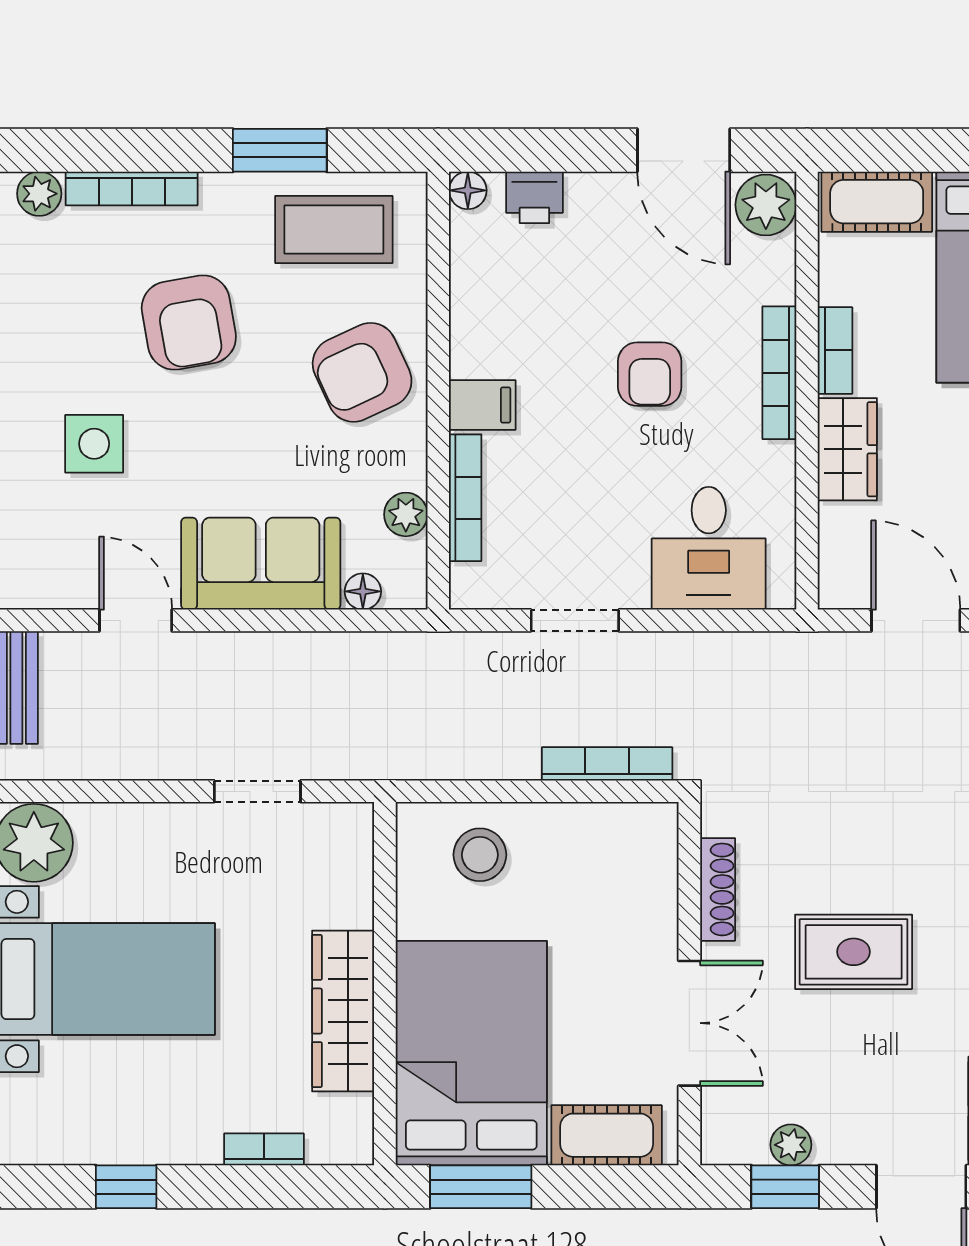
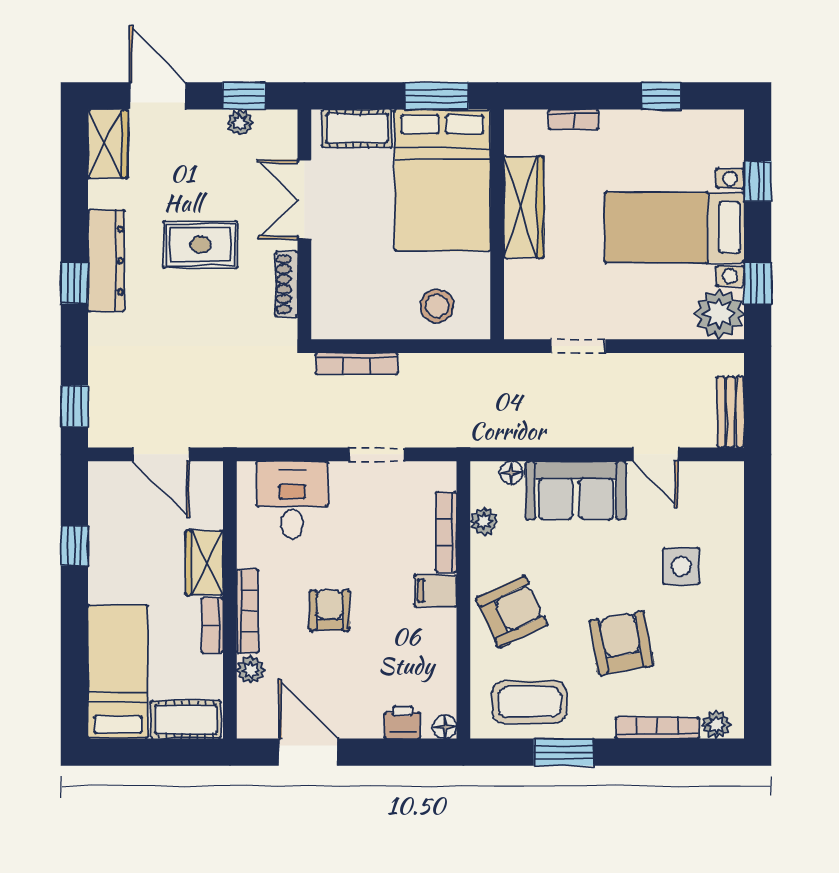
plant: (766, 205) -> (251, 670), moved, width x0.73, depth x0.73

